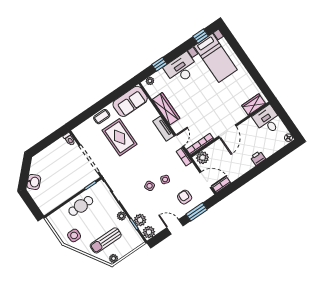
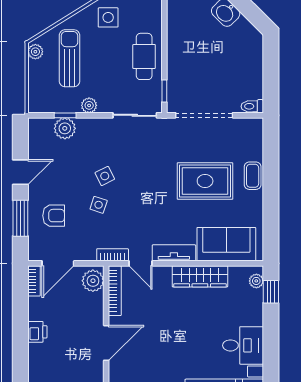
window: (159, 64) -> (271, 292), moved
desk: (181, 69) -> (243, 345), width x0.73
sofa: (130, 101) -> (226, 244), moved, turned 90
door: (227, 131) -> (106, 343), swing flipped
printer: (258, 158) -> (37, 332), moved
plant: (149, 232) -> (39, 129), removed

